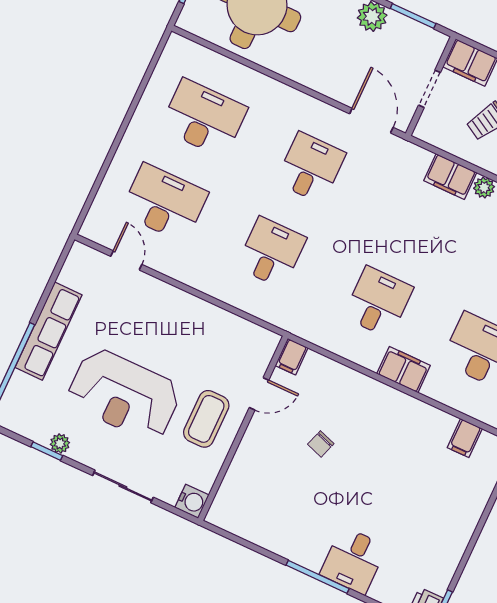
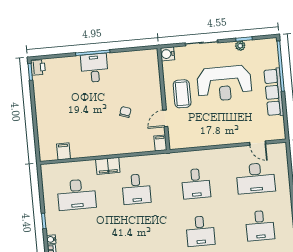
desk: (204, 118) -> (260, 226), width x0.73
reception desk: (124, 395) -> (224, 83), turned 180
desk: (353, 560) -> (94, 68), moved

